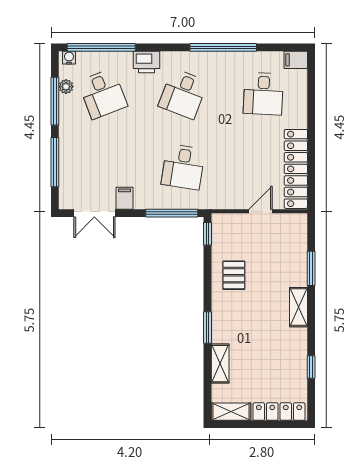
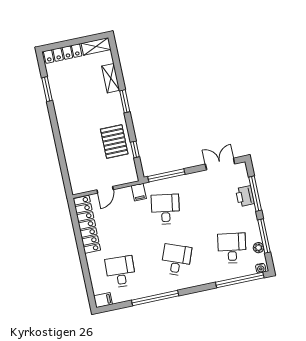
printer: (146, 62) -> (245, 196), moved, turned -90
desk: (103, 94) -> (232, 248), turned 30
filing cabinet: (125, 198) -> (139, 192), moved
window: (208, 234) -> (135, 149), moved
window: (311, 268) -> (62, 158), removed
pallet: (234, 275) -> (114, 142), width x1.50, depth x1.42
shelving: (299, 307) -> (65, 129), removed
window: (311, 367) -> (47, 89), width x1.50

